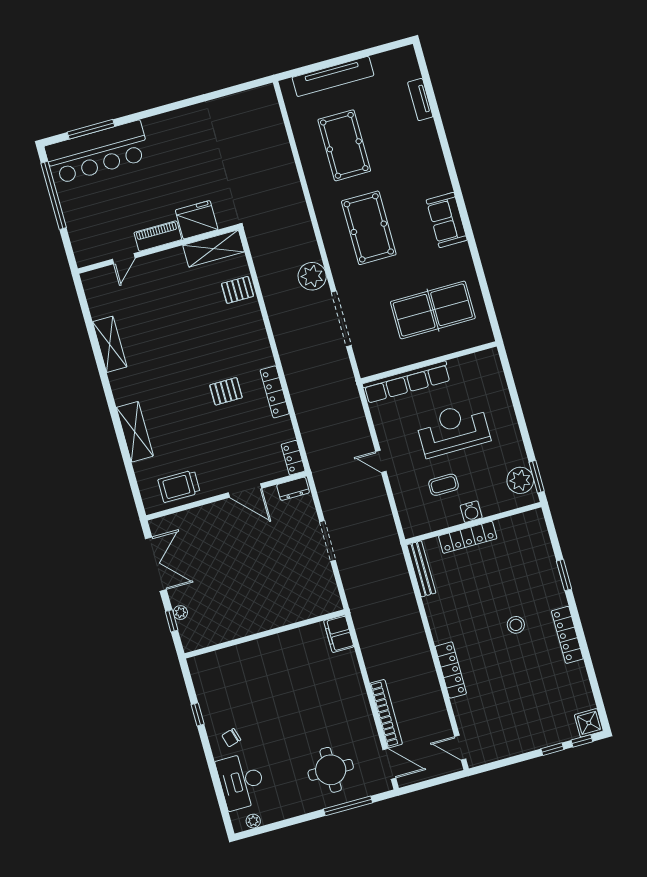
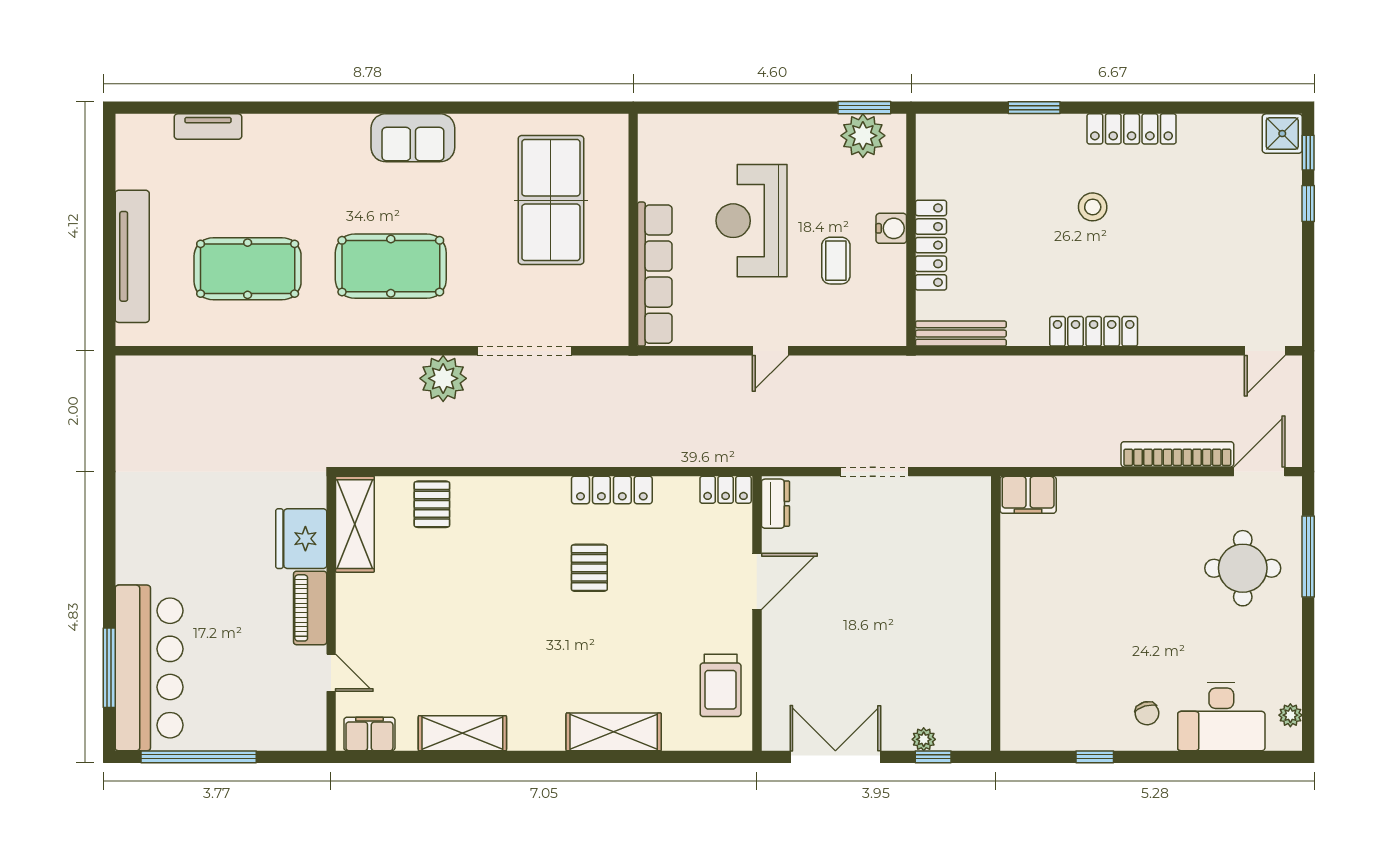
filing cabinet: (94, 291) -> (369, 734), added
locker: (451, 670) -> (1094, 331), moved

